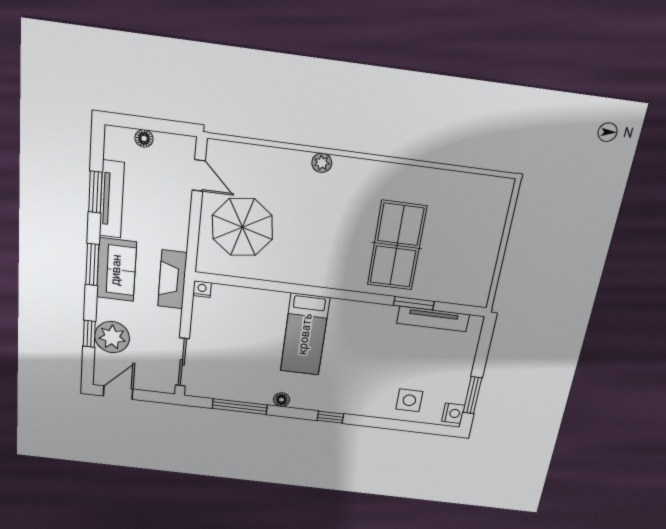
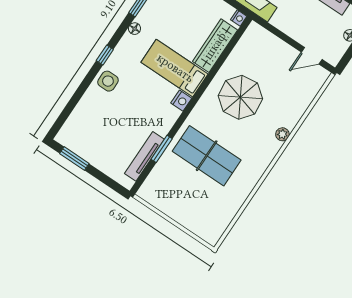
parasol: (242, 227) -> (240, 97), moved
wardrobe: (252, 301) -> (215, 46), added
side table: (409, 400) -> (108, 81), moved
nightstand: (453, 413) -> (181, 101), moved, turned -90

